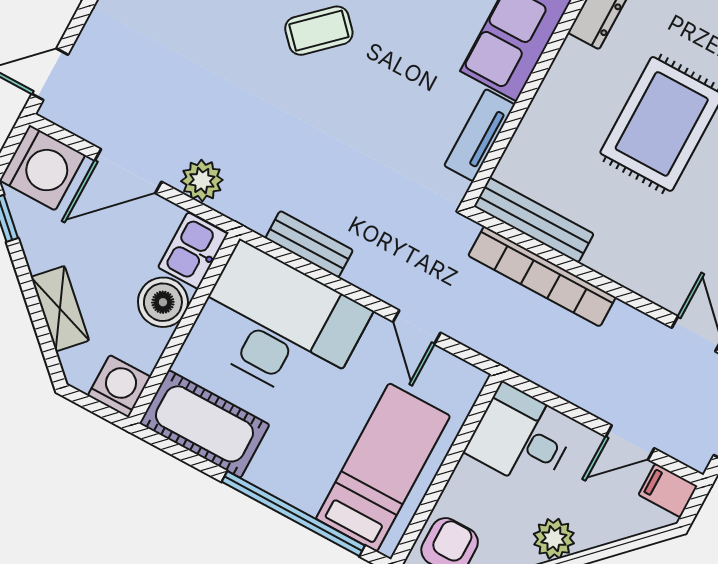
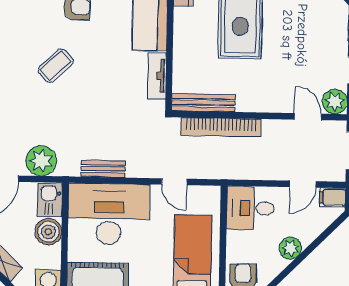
plant: (202, 180) -> (41, 161), width x1.36, depth x1.36

